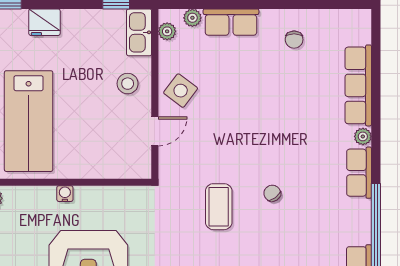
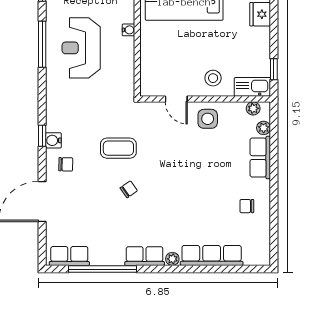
side table: (181, 91) -> (208, 119), turned -37

